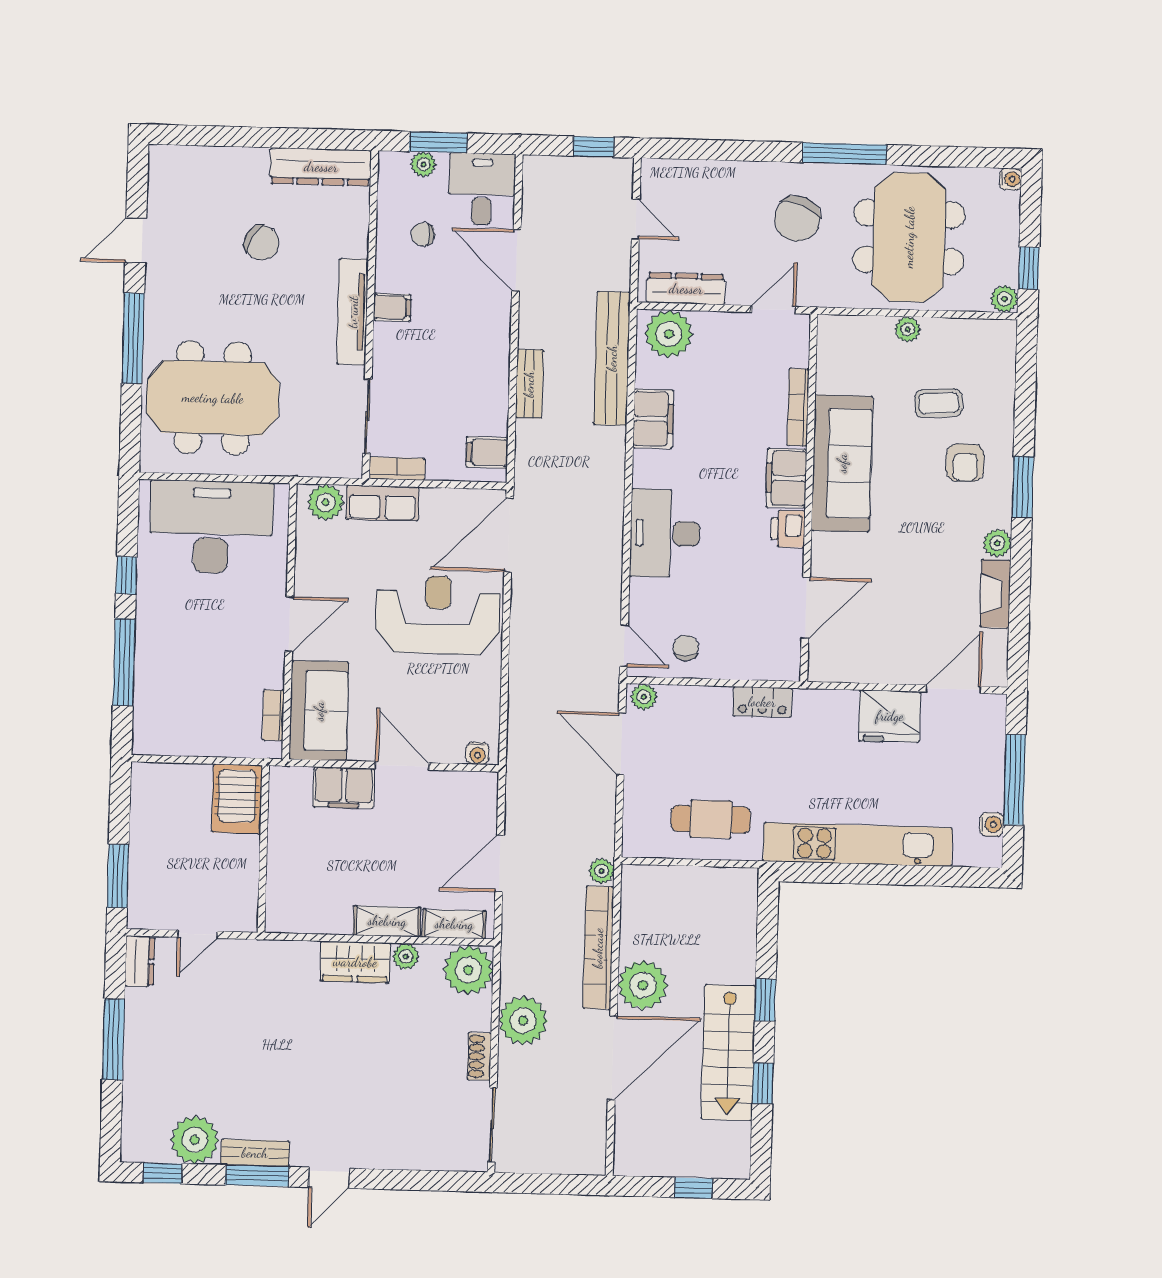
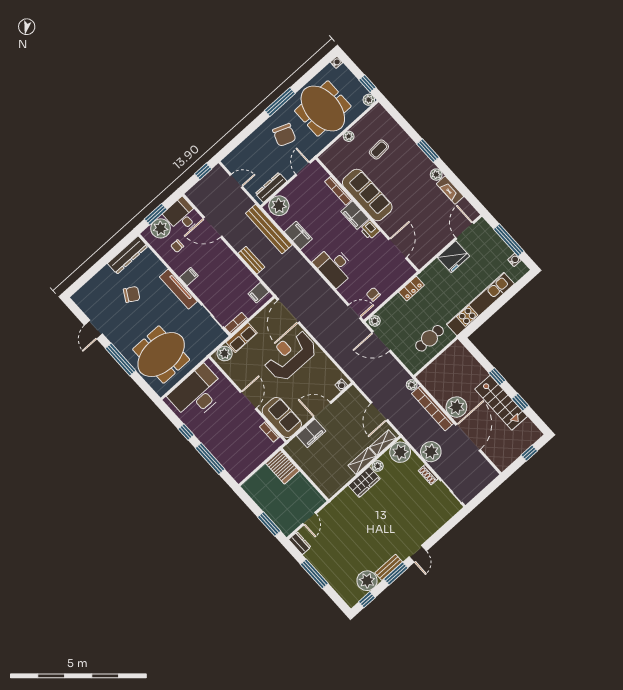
plant: (423, 164) -> (160, 228), width x1.88, depth x1.88
armchair: (965, 463) -> (404, 160), removed

